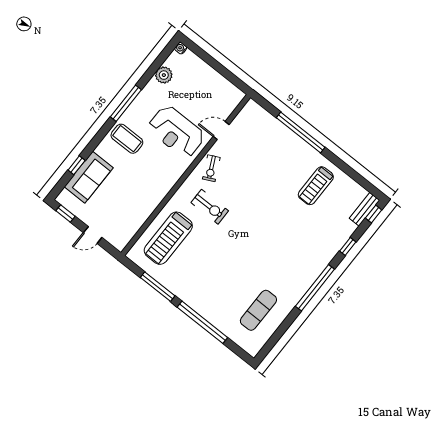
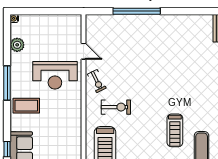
door: (221, 131) -> (84, 51), swing flipped
treadmill: (316, 186) -> (175, 130), moved

